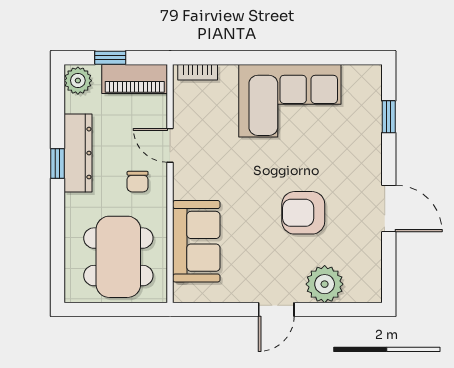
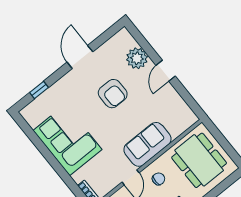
sofa: (196, 241) -> (147, 144), moved
dining table: (118, 257) -> (199, 160), turned 90
door: (276, 309) -> (166, 71), swing flipped

